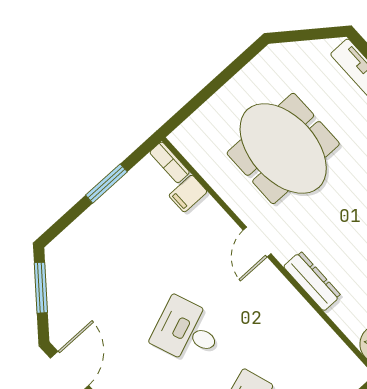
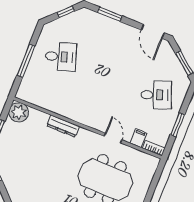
door: (257, 242) -> (113, 138), moved
desk: (187, 331) -> (156, 95), moved

